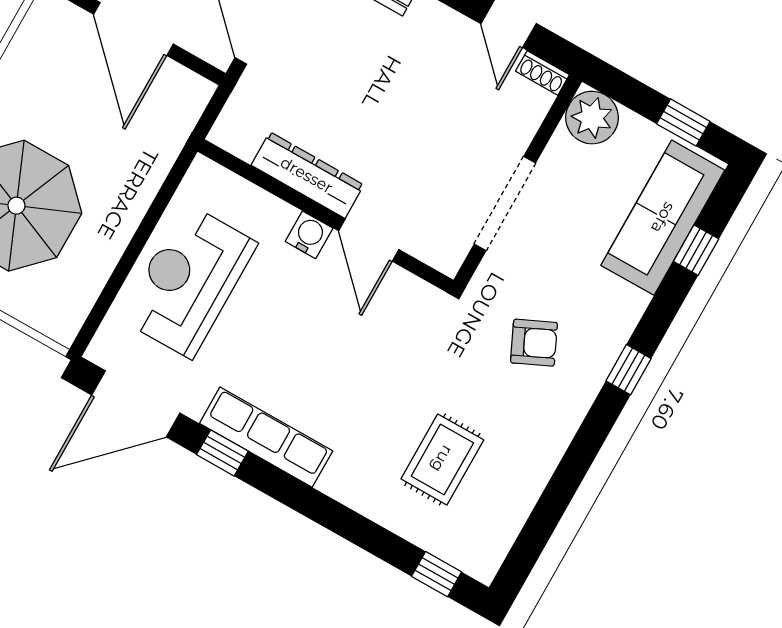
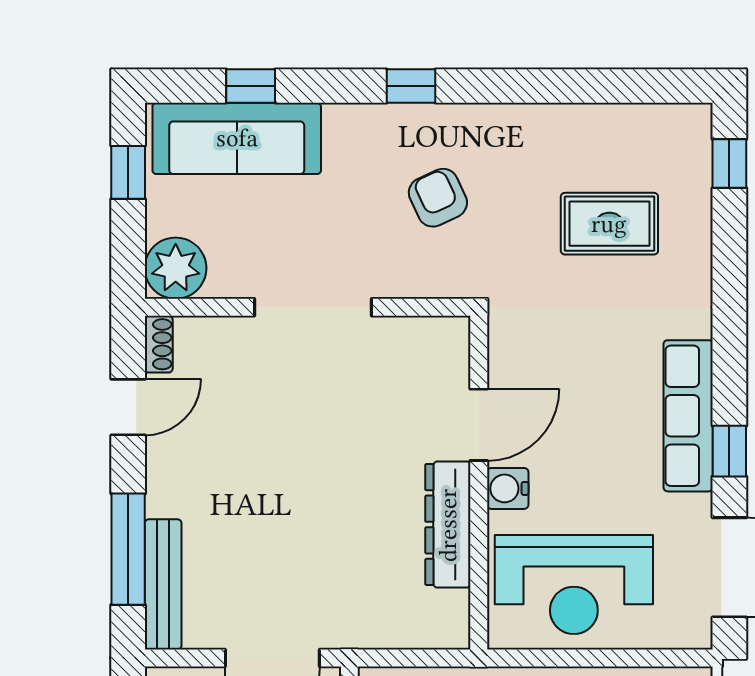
dresser: (307, 175) -> (448, 525), moved
wall: (326, 216) -> (479, 483), moved
water cooler: (309, 235) -> (508, 488), moved
door: (369, 240) -> (479, 425), moved

